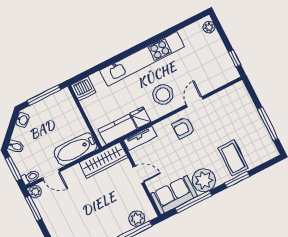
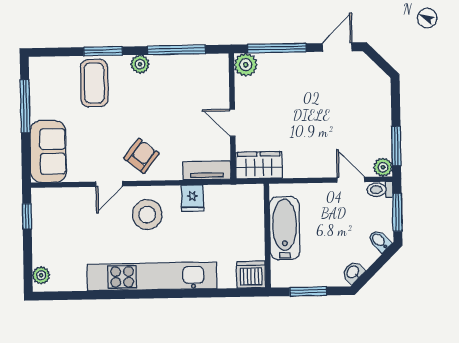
window: (44, 95) -> (308, 291), width x0.69
armchair: (183, 128) -> (142, 156), turned -52
kitchen counter: (118, 129) -> (231, 197), removed
bathtub: (76, 149) -> (285, 228), moved, turned -90
wardrobe: (103, 160) -> (259, 165), width x0.67
plant: (204, 180) -> (140, 64), width x0.53, depth x0.53
sofa: (174, 195) -> (48, 152), moved, turned -90
plant: (137, 219) -> (246, 65), moved

